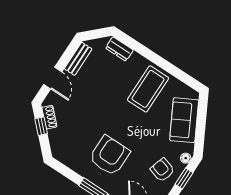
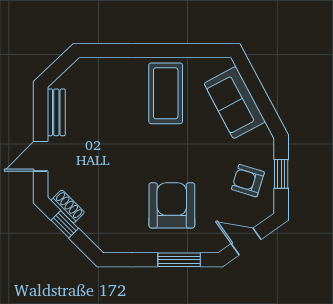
dresser: (119, 49) -> (99, 67), removed
door: (53, 78) -> (41, 156), swing flipped
floor lamp: (186, 158) -> (267, 148), removed

